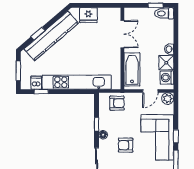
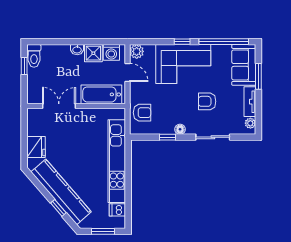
window: (41, 92) -> (128, 204), removed
armchair: (117, 103) -> (142, 113), turned 90
armchair: (126, 145) -> (207, 101), moved, turned 90

